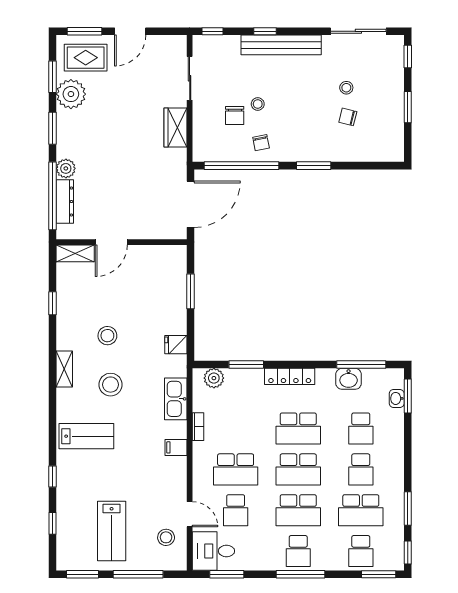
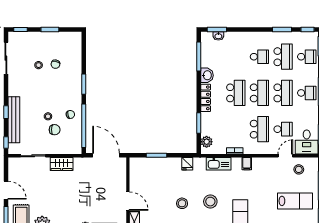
bench: (281, 45) -> (14, 120), moved
washbasin: (349, 379) -> (207, 75), moved
school desk: (361, 429) -> (236, 57), removed

